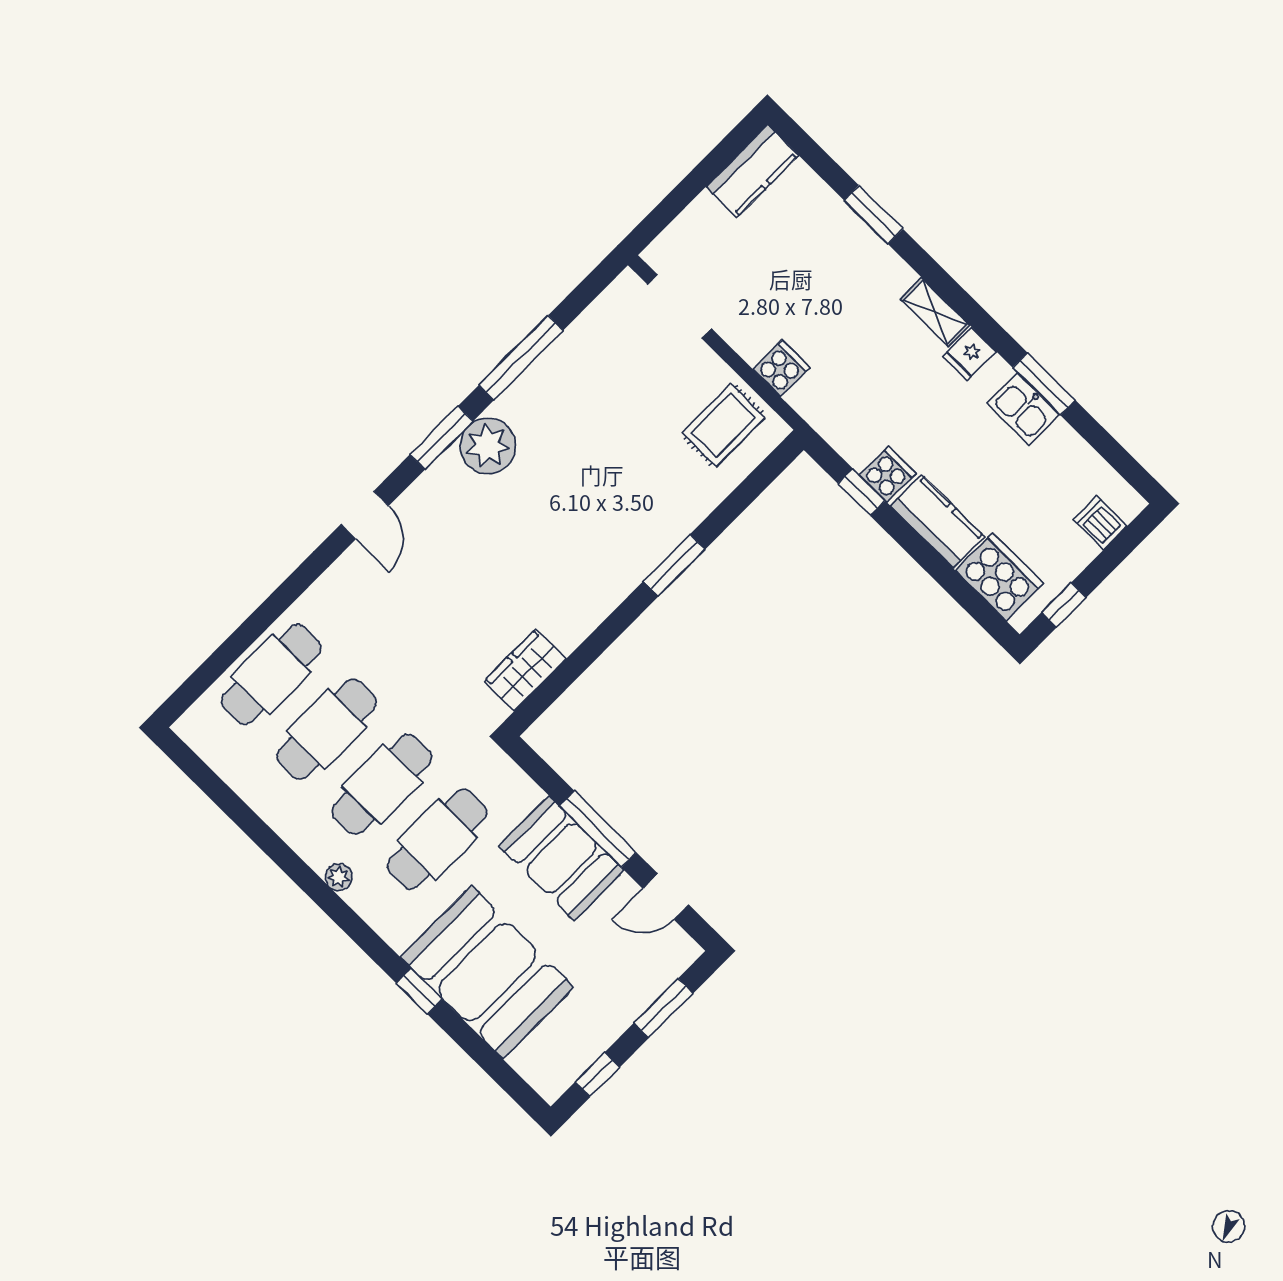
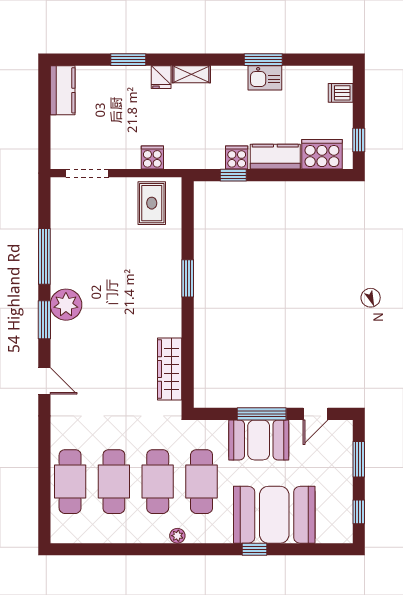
fridge: (970, 354) -> (161, 77), moved
wardrobe: (525, 670) -> (170, 369), width x1.50

